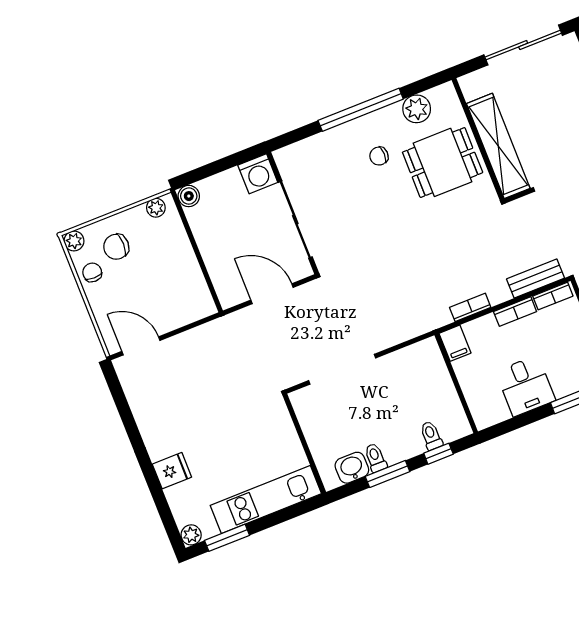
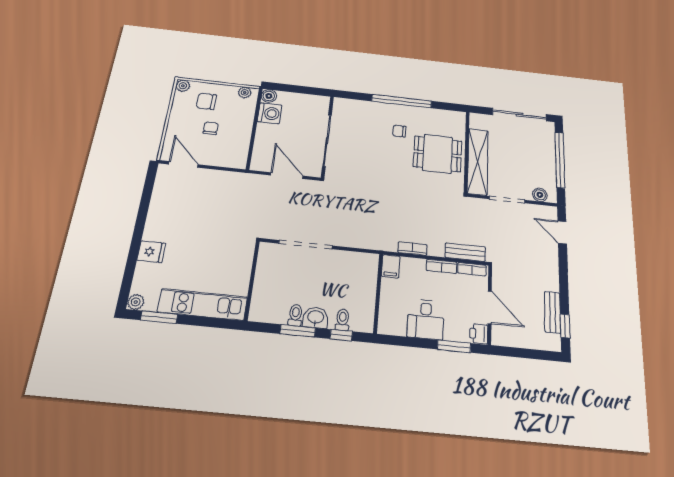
plant: (417, 109) -> (436, 117), removed
washing machine: (258, 174) -> (270, 113), moved, turned -90
chair: (92, 272) -> (211, 128), moved
washbasin: (352, 468) -> (316, 318), moved

